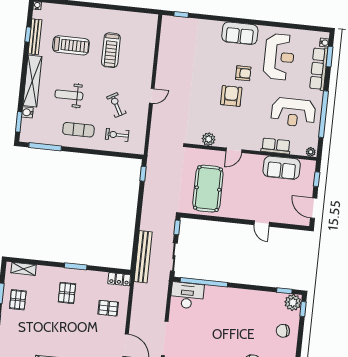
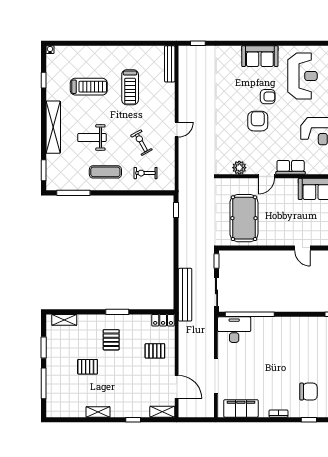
bench: (35, 37) -> (170, 64), moved
water cooler: (27, 112) -> (51, 160), removed
row of seats: (276, 146) -> (291, 167), moved
pallet: (18, 300) -> (88, 367), moved, turned 90

